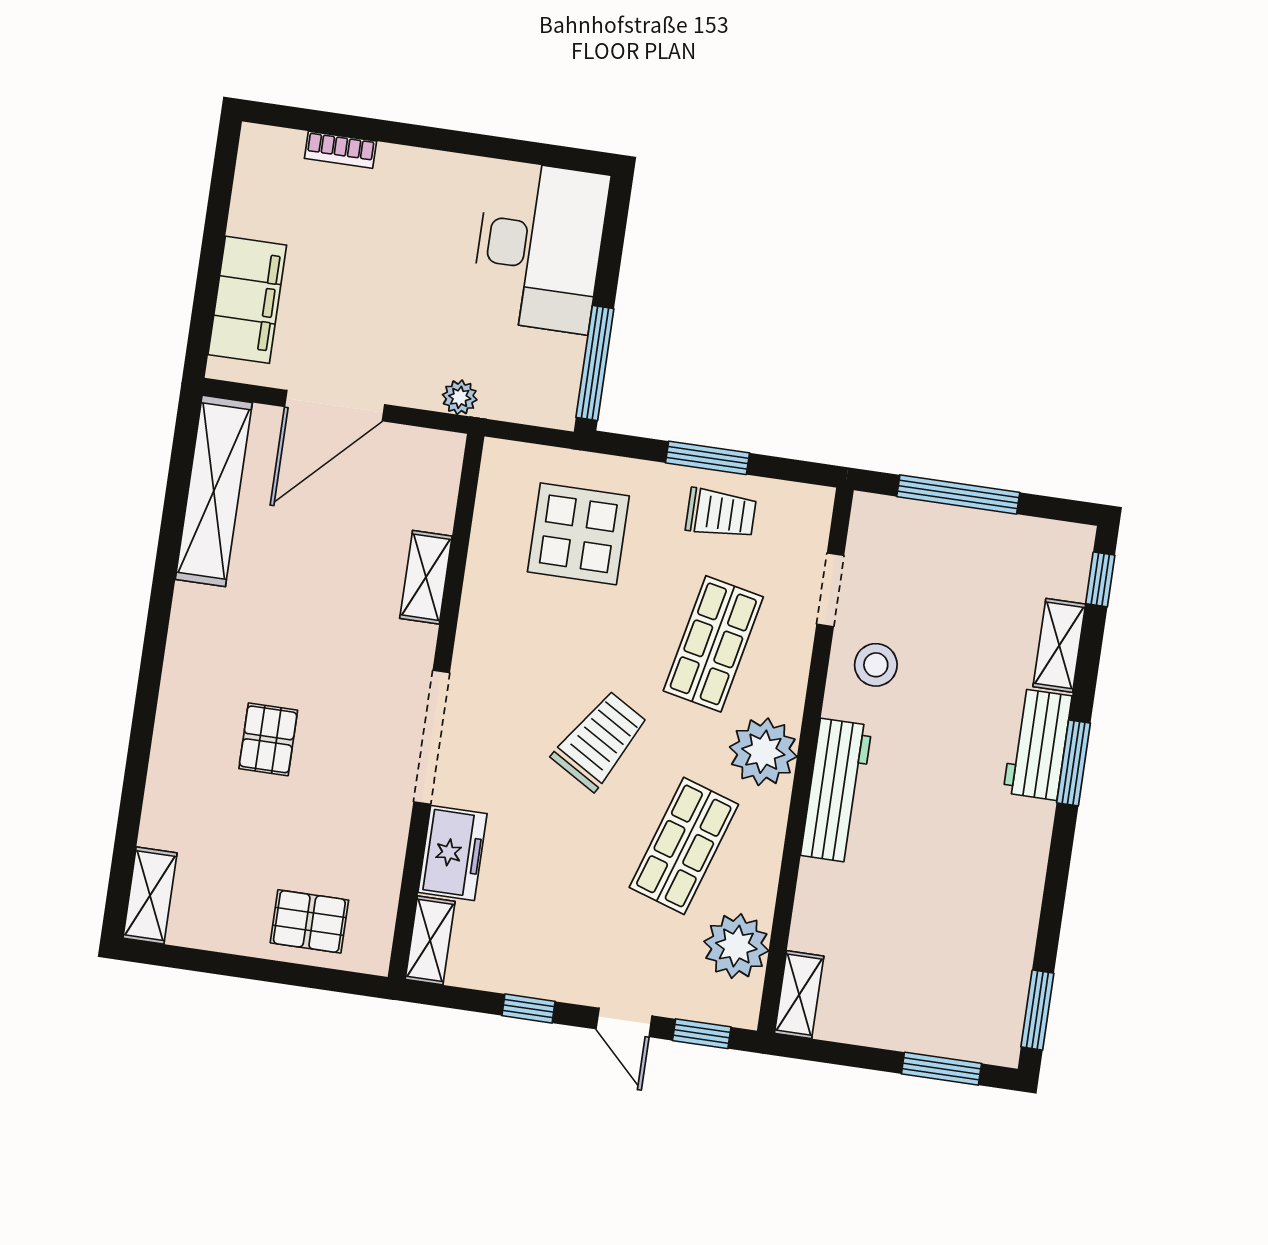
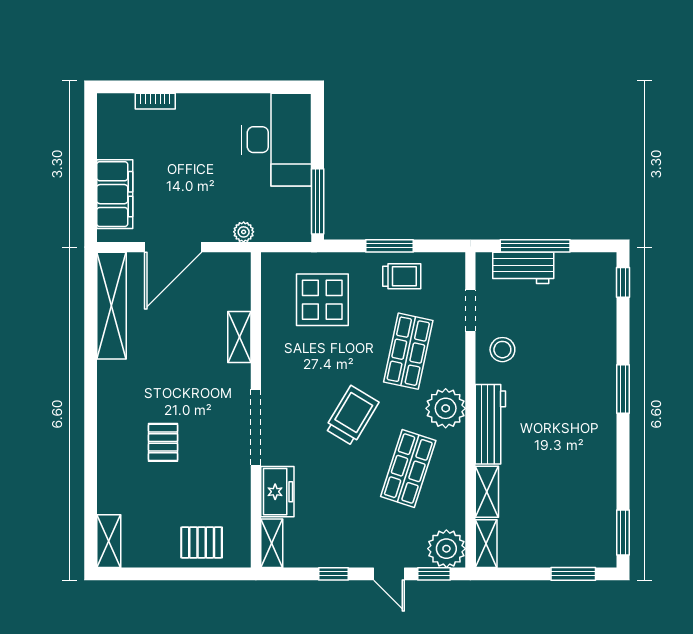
shelving: (1059, 645) -> (487, 492), moved
workbench: (1037, 744) -> (523, 268), moved, turned -90
plant: (736, 946) -> (446, 549), moved

